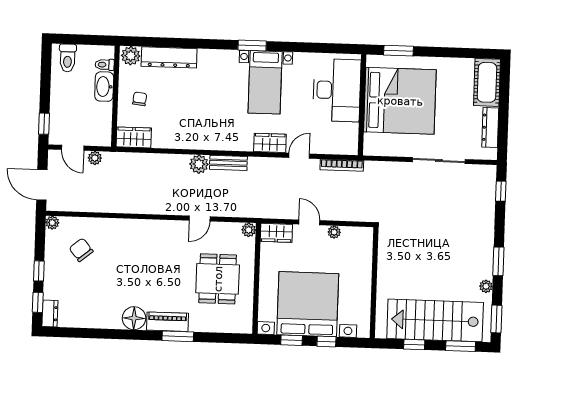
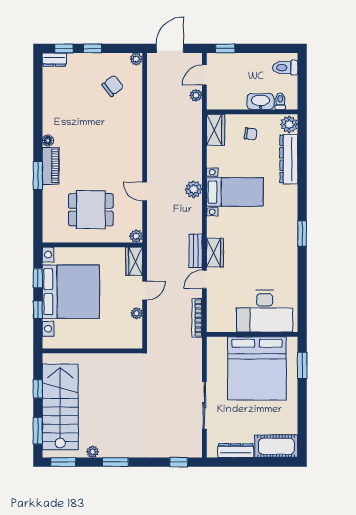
bed with nightstands: (265, 82) -> (235, 192), moved, turned 180
door: (299, 156) -> (204, 279), swing flipped
bench: (228, 163) -> (196, 251), moved
floor lamp: (134, 318) -> (48, 141), width x0.53, depth x0.53

